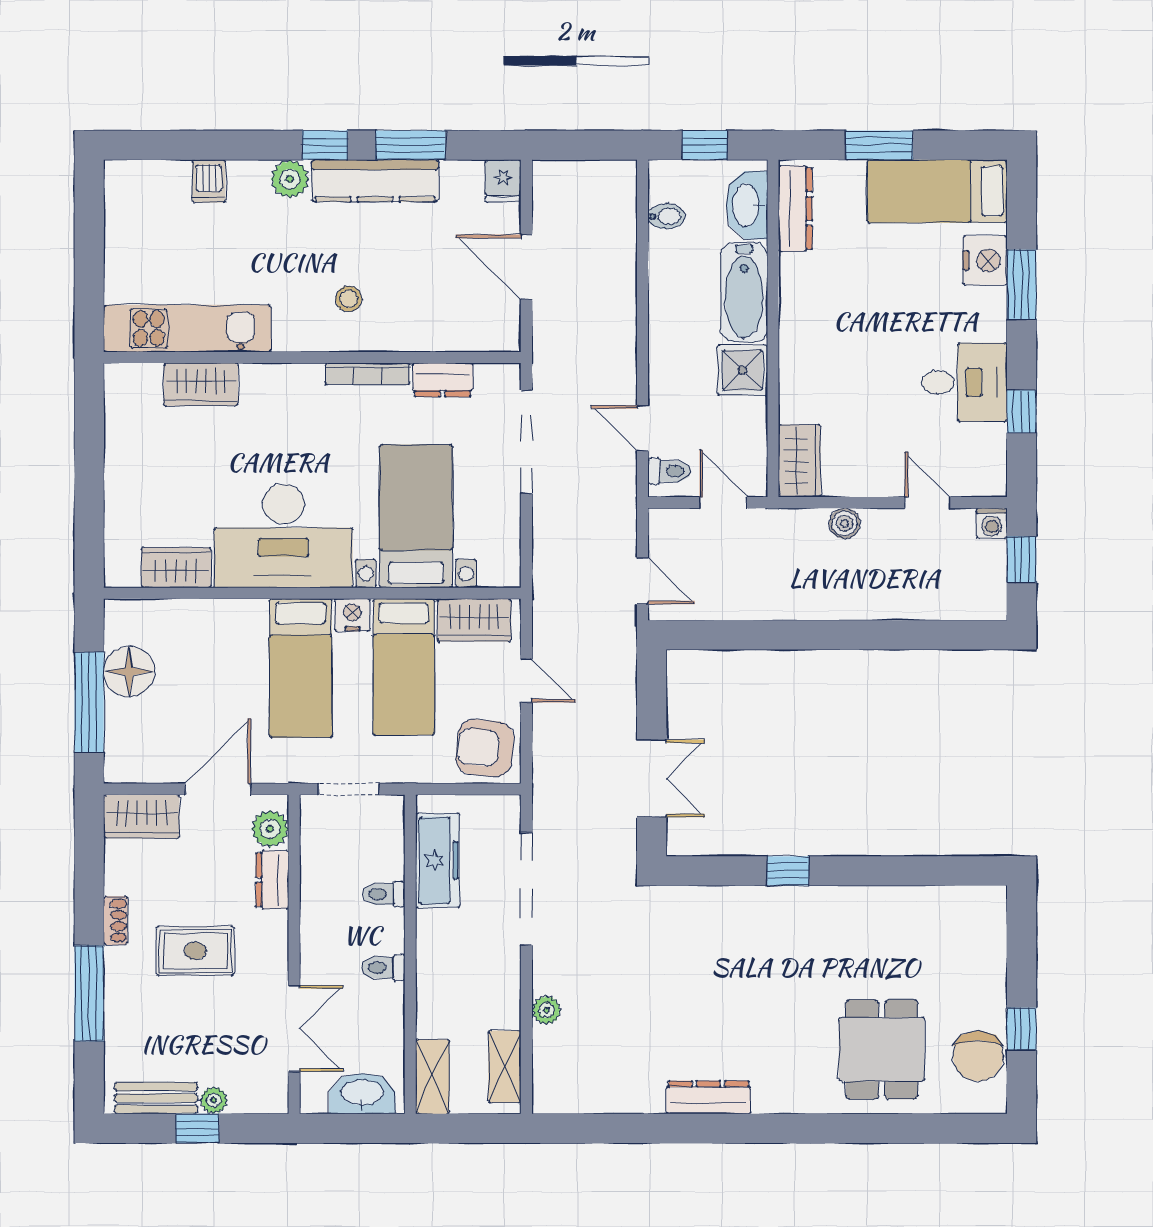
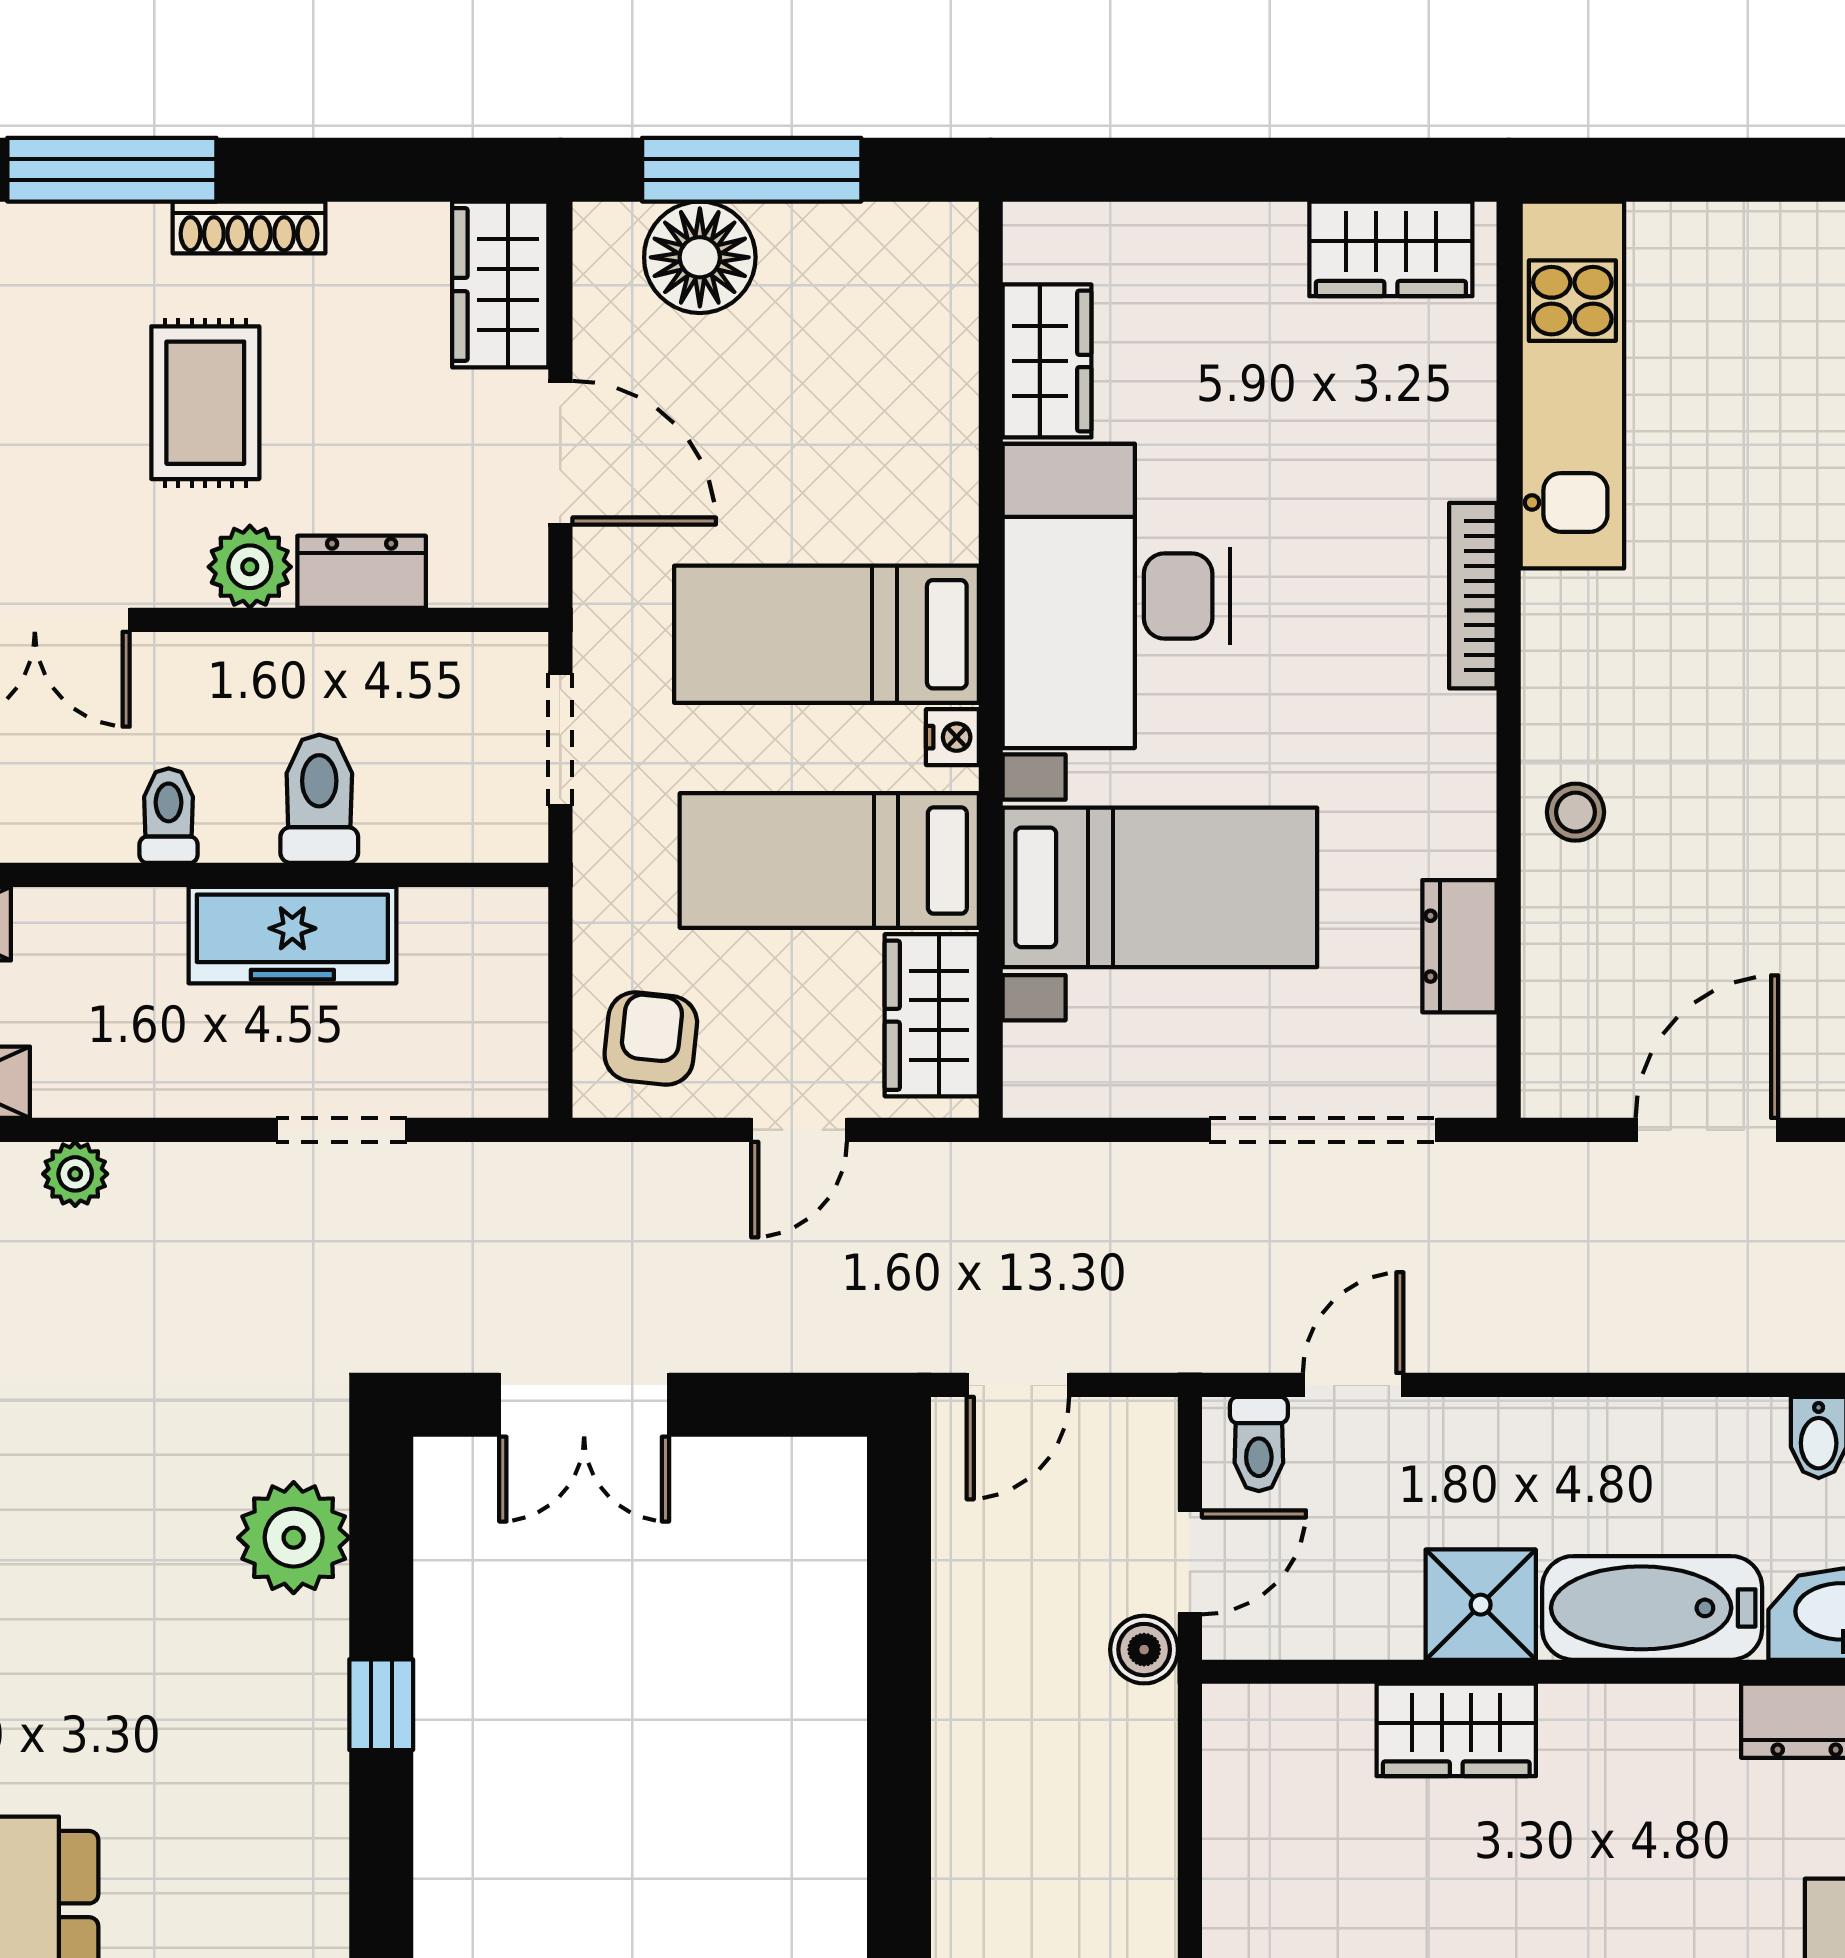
stool: (349, 299) -> (1576, 812), moved
bookcase: (367, 374) -> (1473, 596), moved
wardrobe: (201, 384) -> (1391, 249), moved, turned -90
wardrobe: (800, 461) -> (1456, 1730), moved
boiler: (845, 523) -> (1144, 1650), moved
nightstand: (352, 615) -> (952, 737), width x0.72, depth x0.74
floor lamp: (129, 671) -> (700, 257), moved
armchair: (485, 748) -> (651, 1038), width x0.72, depth x0.72
plant: (270, 829) -> (250, 567), moved
freezer: (438, 860) -> (292, 935), moved
doorway: (526, 889) -> (342, 1130), width x0.53
toilet: (384, 894) -> (319, 799), width x1.37, depth x1.39
plant: (712, 911) -> (294, 1538), added
shoe rack: (116, 921) -> (249, 227), width x1.43

